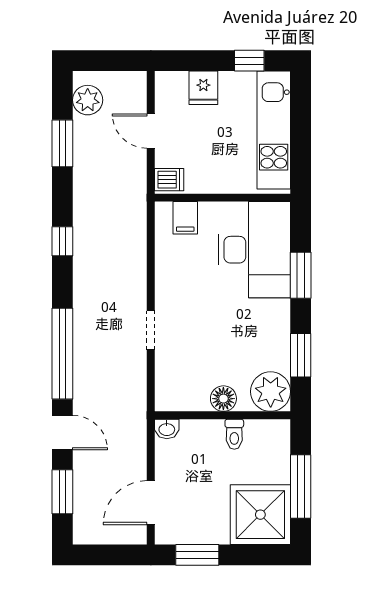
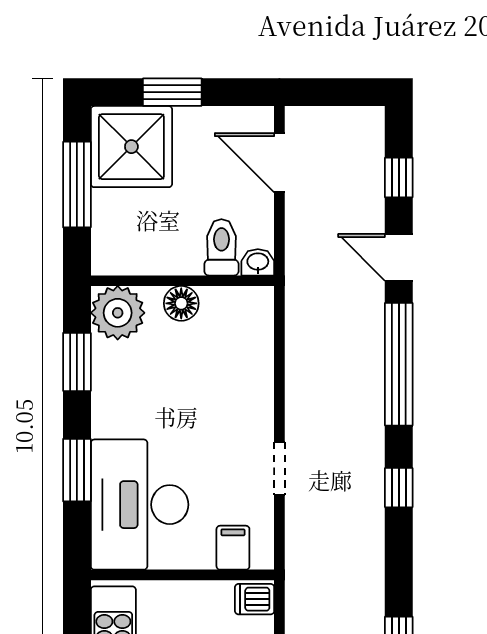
window: (62, 241) -> (399, 488), moved
doorway: (151, 330) -> (279, 468), moved
toilet: (234, 434) -> (221, 247), moved, width x1.37, depth x1.39
window: (62, 492) -> (399, 178), width x0.67
door: (151, 503) -> (279, 163), swing flipped
window: (197, 555) -> (172, 92), moved

